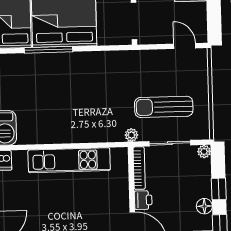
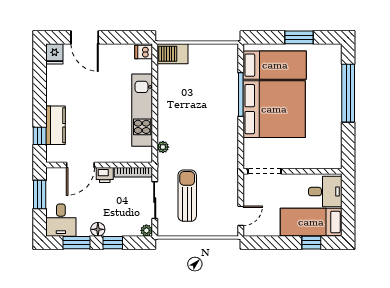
plant: (131, 135) -> (163, 147), moved

